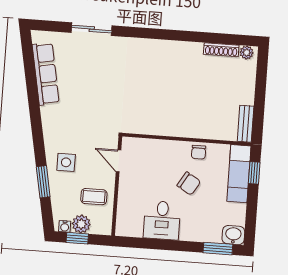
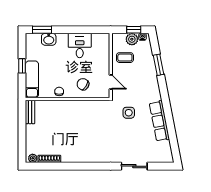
row of seats: (46, 74) -> (159, 121), moved
side table: (66, 162) -> (129, 113), moved
window: (254, 173) -> (22, 66), moved
chair: (189, 184) -> (83, 84), moved
washbasin: (233, 235) -> (49, 39), moved

